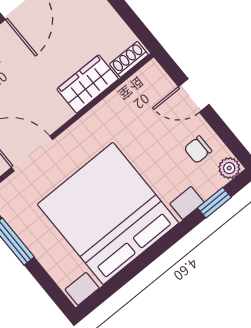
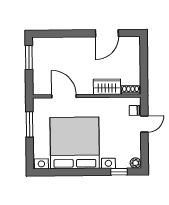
door: (194, 95) -> (144, 124), swing flipped
chair: (198, 150) -> (134, 110), moved

